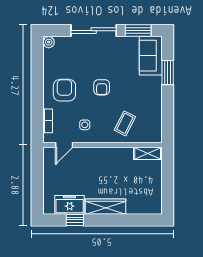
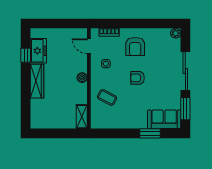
armchair: (64, 90) -> (135, 47), turned 90
boiler: (101, 153) -> (82, 78), added

